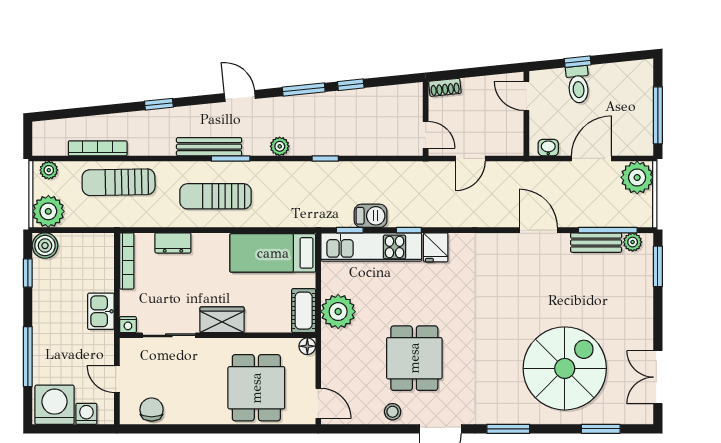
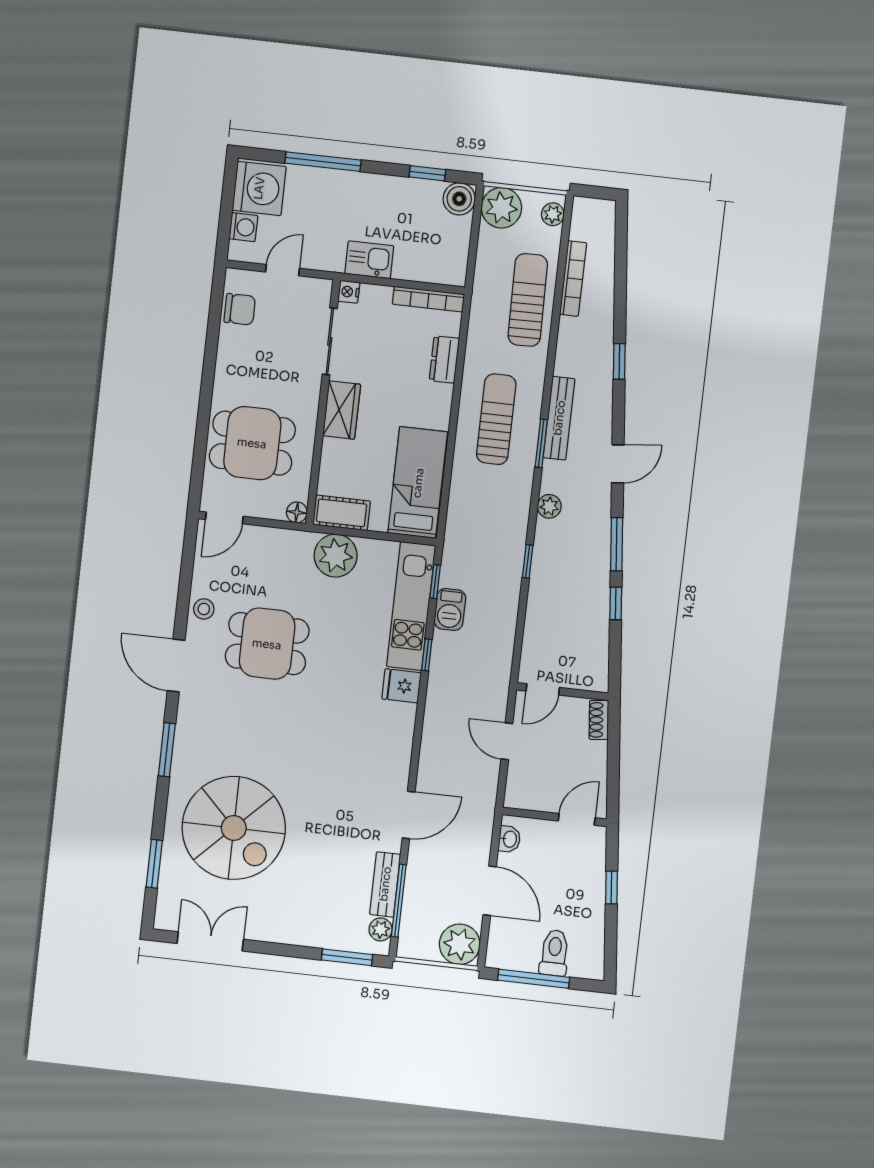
toilet: (578, 85) -> (554, 953), moved, turned 96

